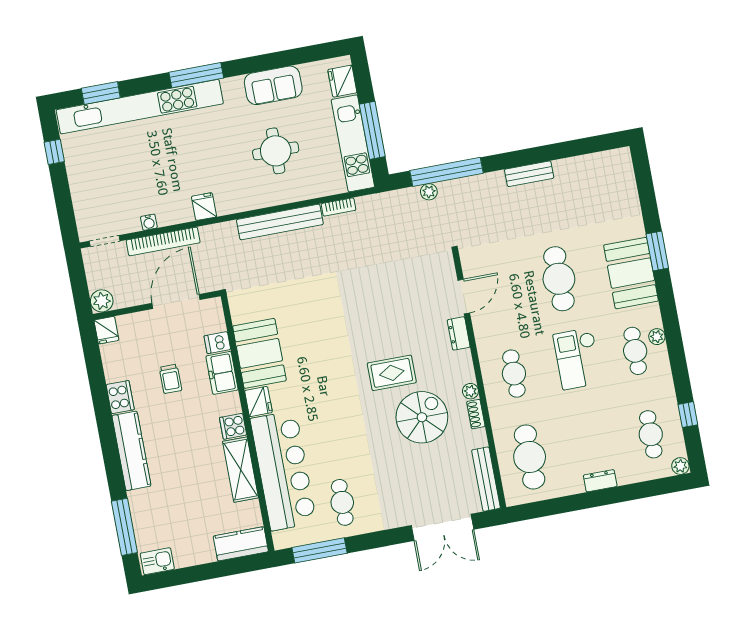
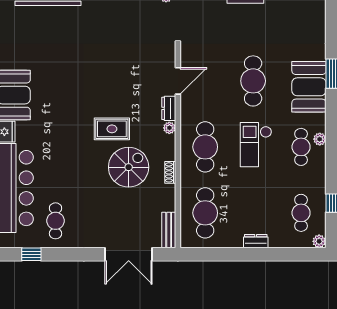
cafe table: (514, 374) -> (205, 147), width x1.37, depth x1.35
plant: (470, 391) -> (169, 128), moved
bench: (486, 479) -> (169, 230), width x0.73
window: (320, 550) -> (31, 254), width x0.46

